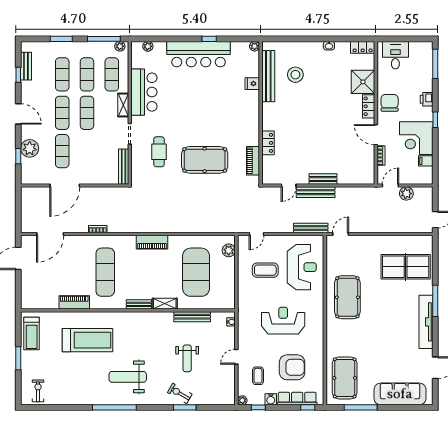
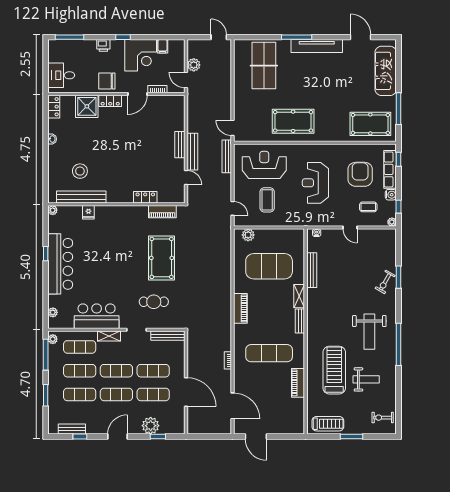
exercise mat: (87, 151) -> (153, 371), added
weight bench: (187, 358) -> (366, 379), moved

